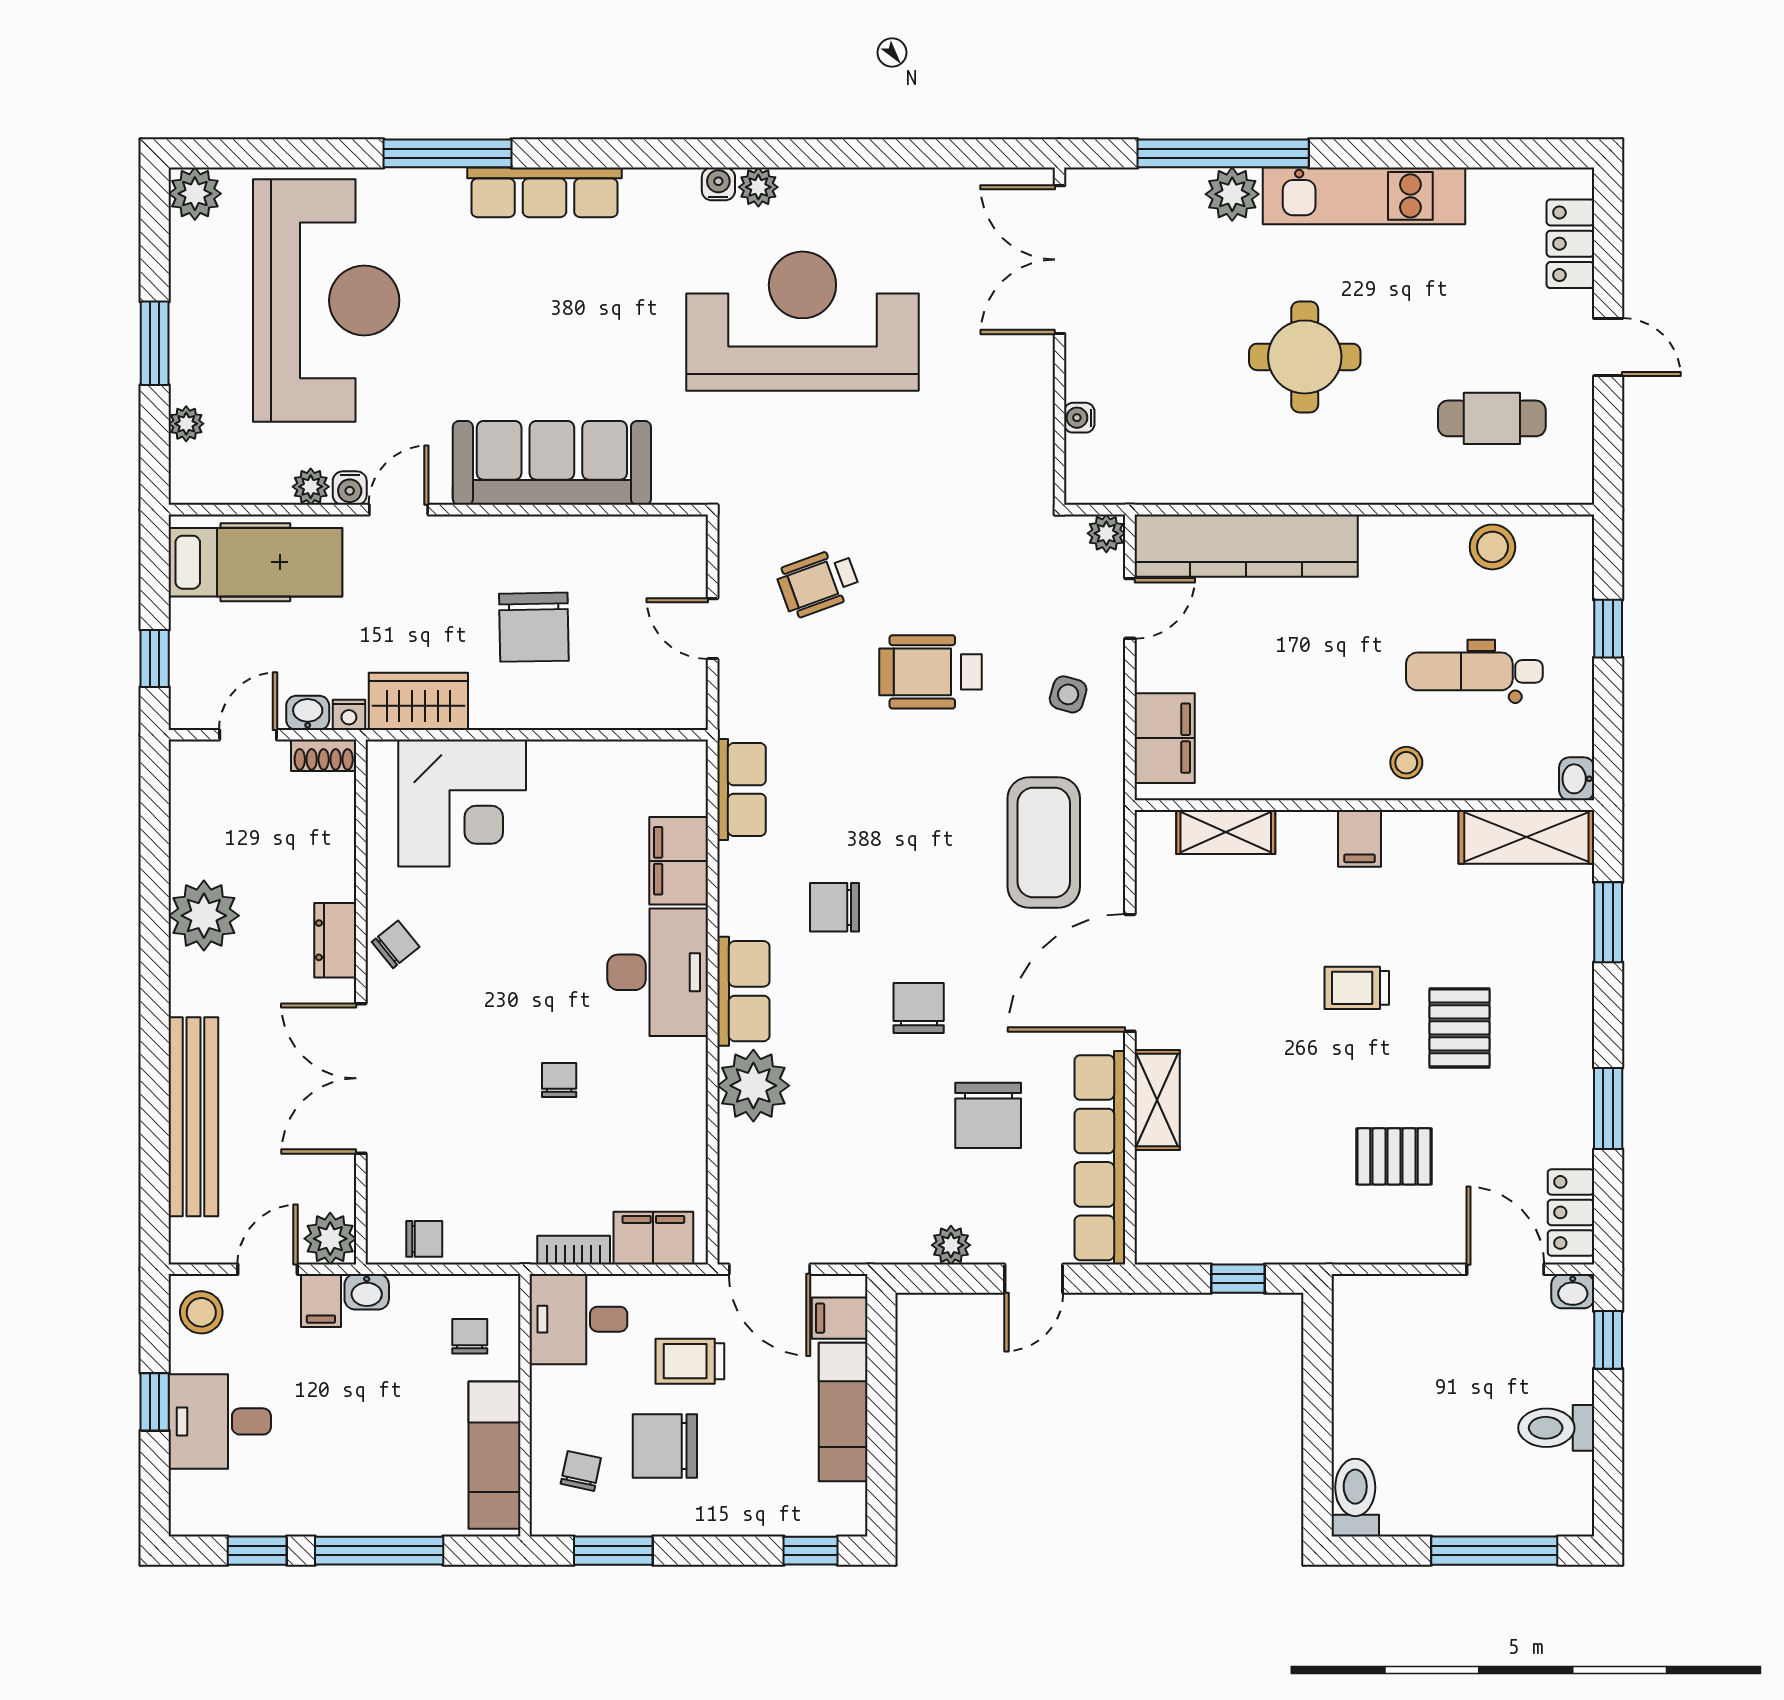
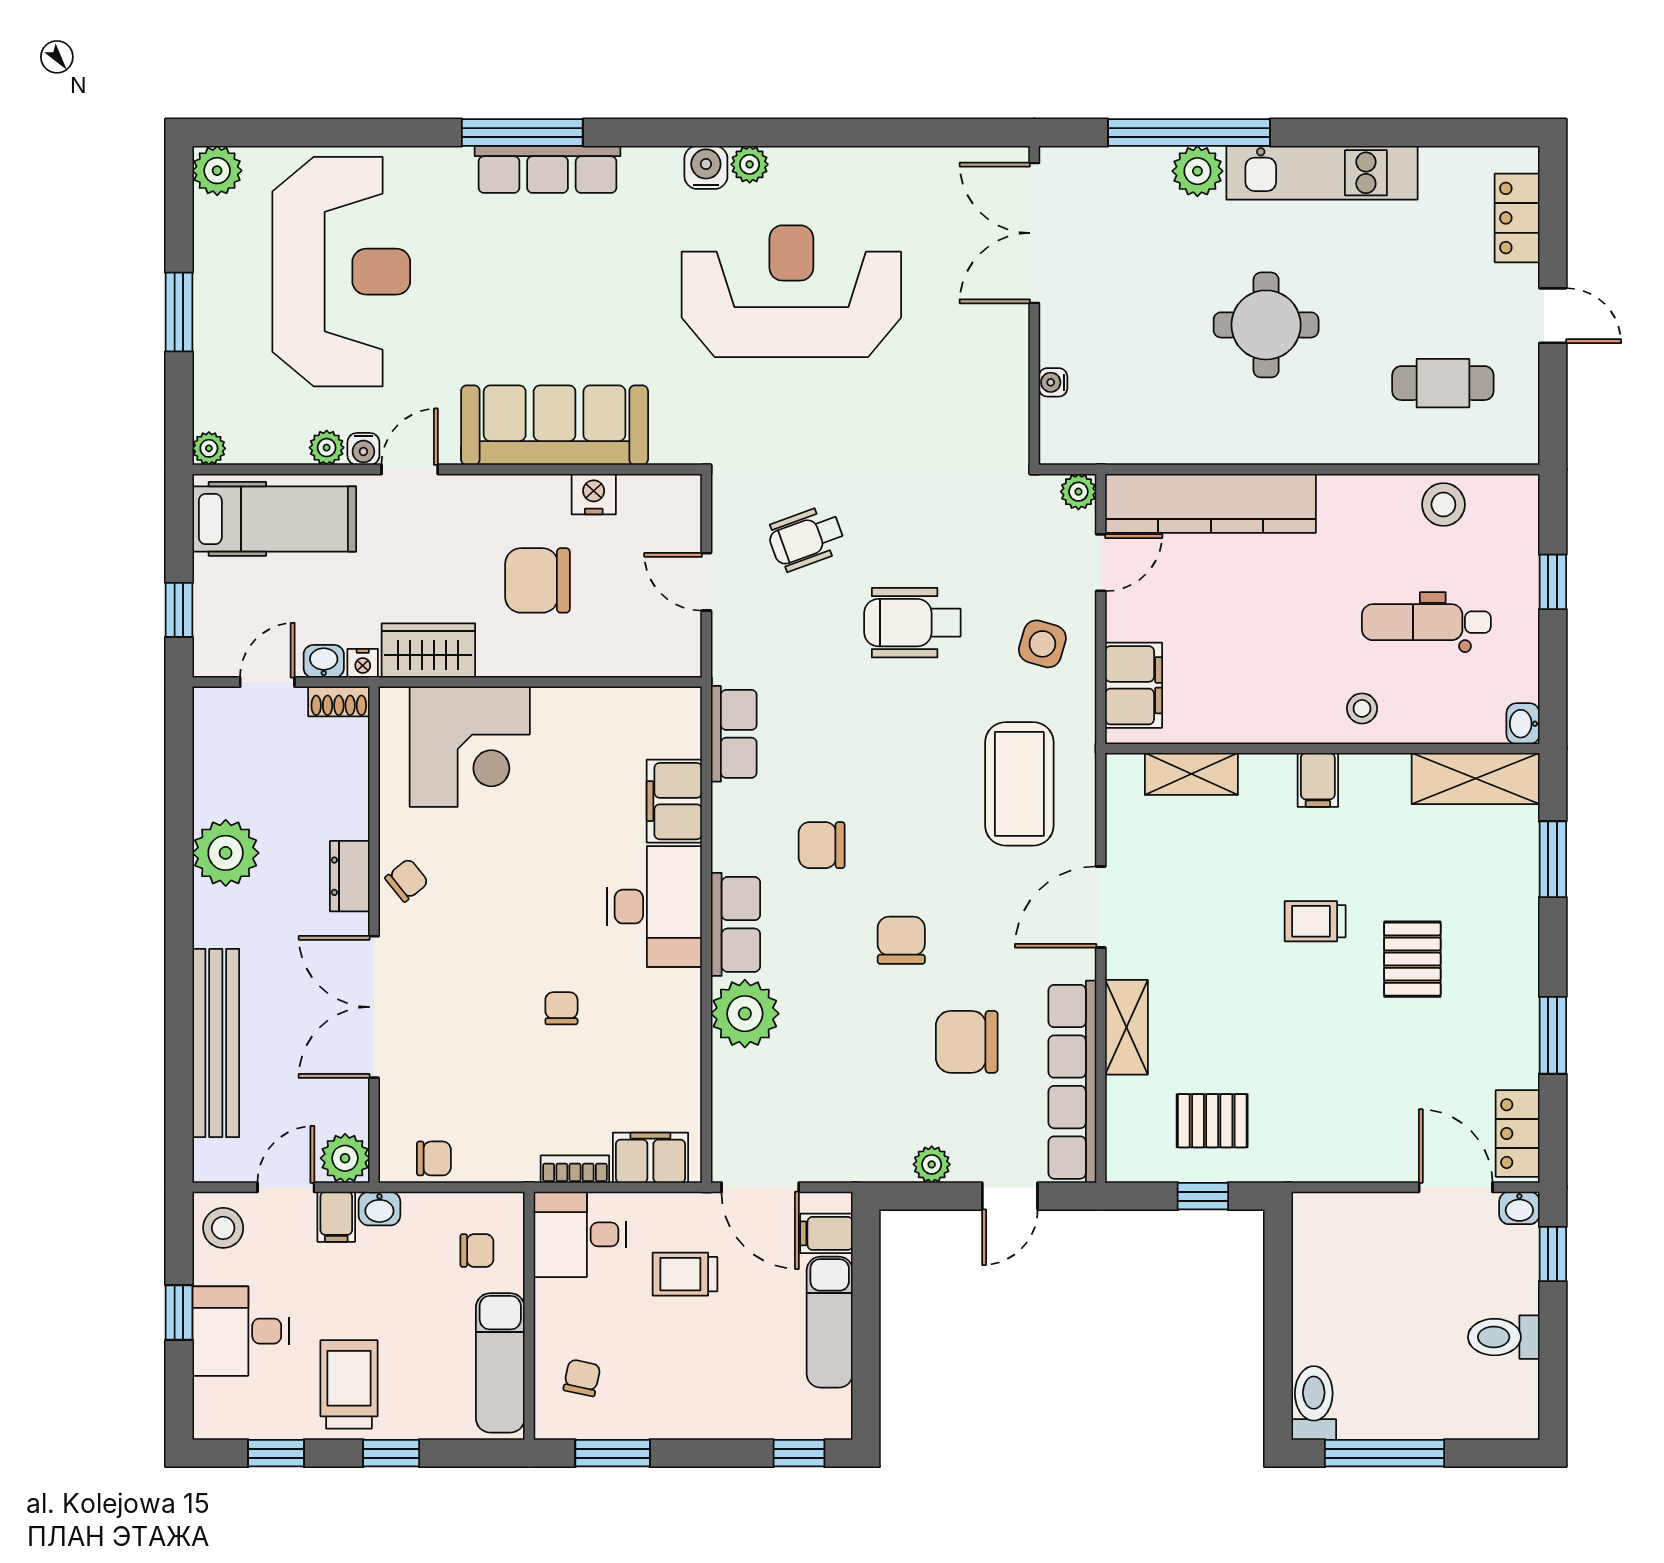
window: (447, 153) -> (522, 133), moved
water cooler: (718, 184) -> (706, 167), width x1.38, depth x1.38
plant: (186, 424) -> (209, 448), moved
nightstand: (593, 536) -> (594, 494), added
chair: (534, 627) -> (537, 580), turned 91
side table: (1068, 694) -> (1042, 644), width x1.37, depth x1.37
door: (1130, 973) -> (1101, 907), width x0.73
chair: (988, 1115) -> (967, 1042), turned 90
pallet: (1394, 1156) -> (1212, 1121), moved
chair: (470, 1336) -> (477, 1251), turned 90
chair: (665, 1446) -> (661, 1354), removed
trolley: (334, 1478) -> (349, 1384), added
window: (379, 1551) -> (391, 1453), width x0.46
window: (1494, 1551) -> (1385, 1453), moved

